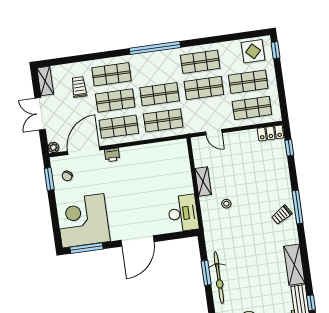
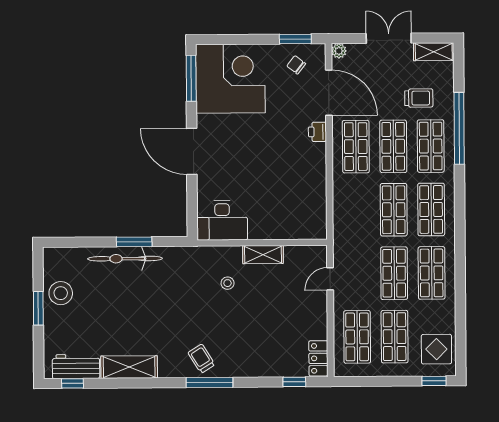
window: (155, 48) -> (459, 128), moved
shop shelf: (163, 120) -> (431, 209), moved

